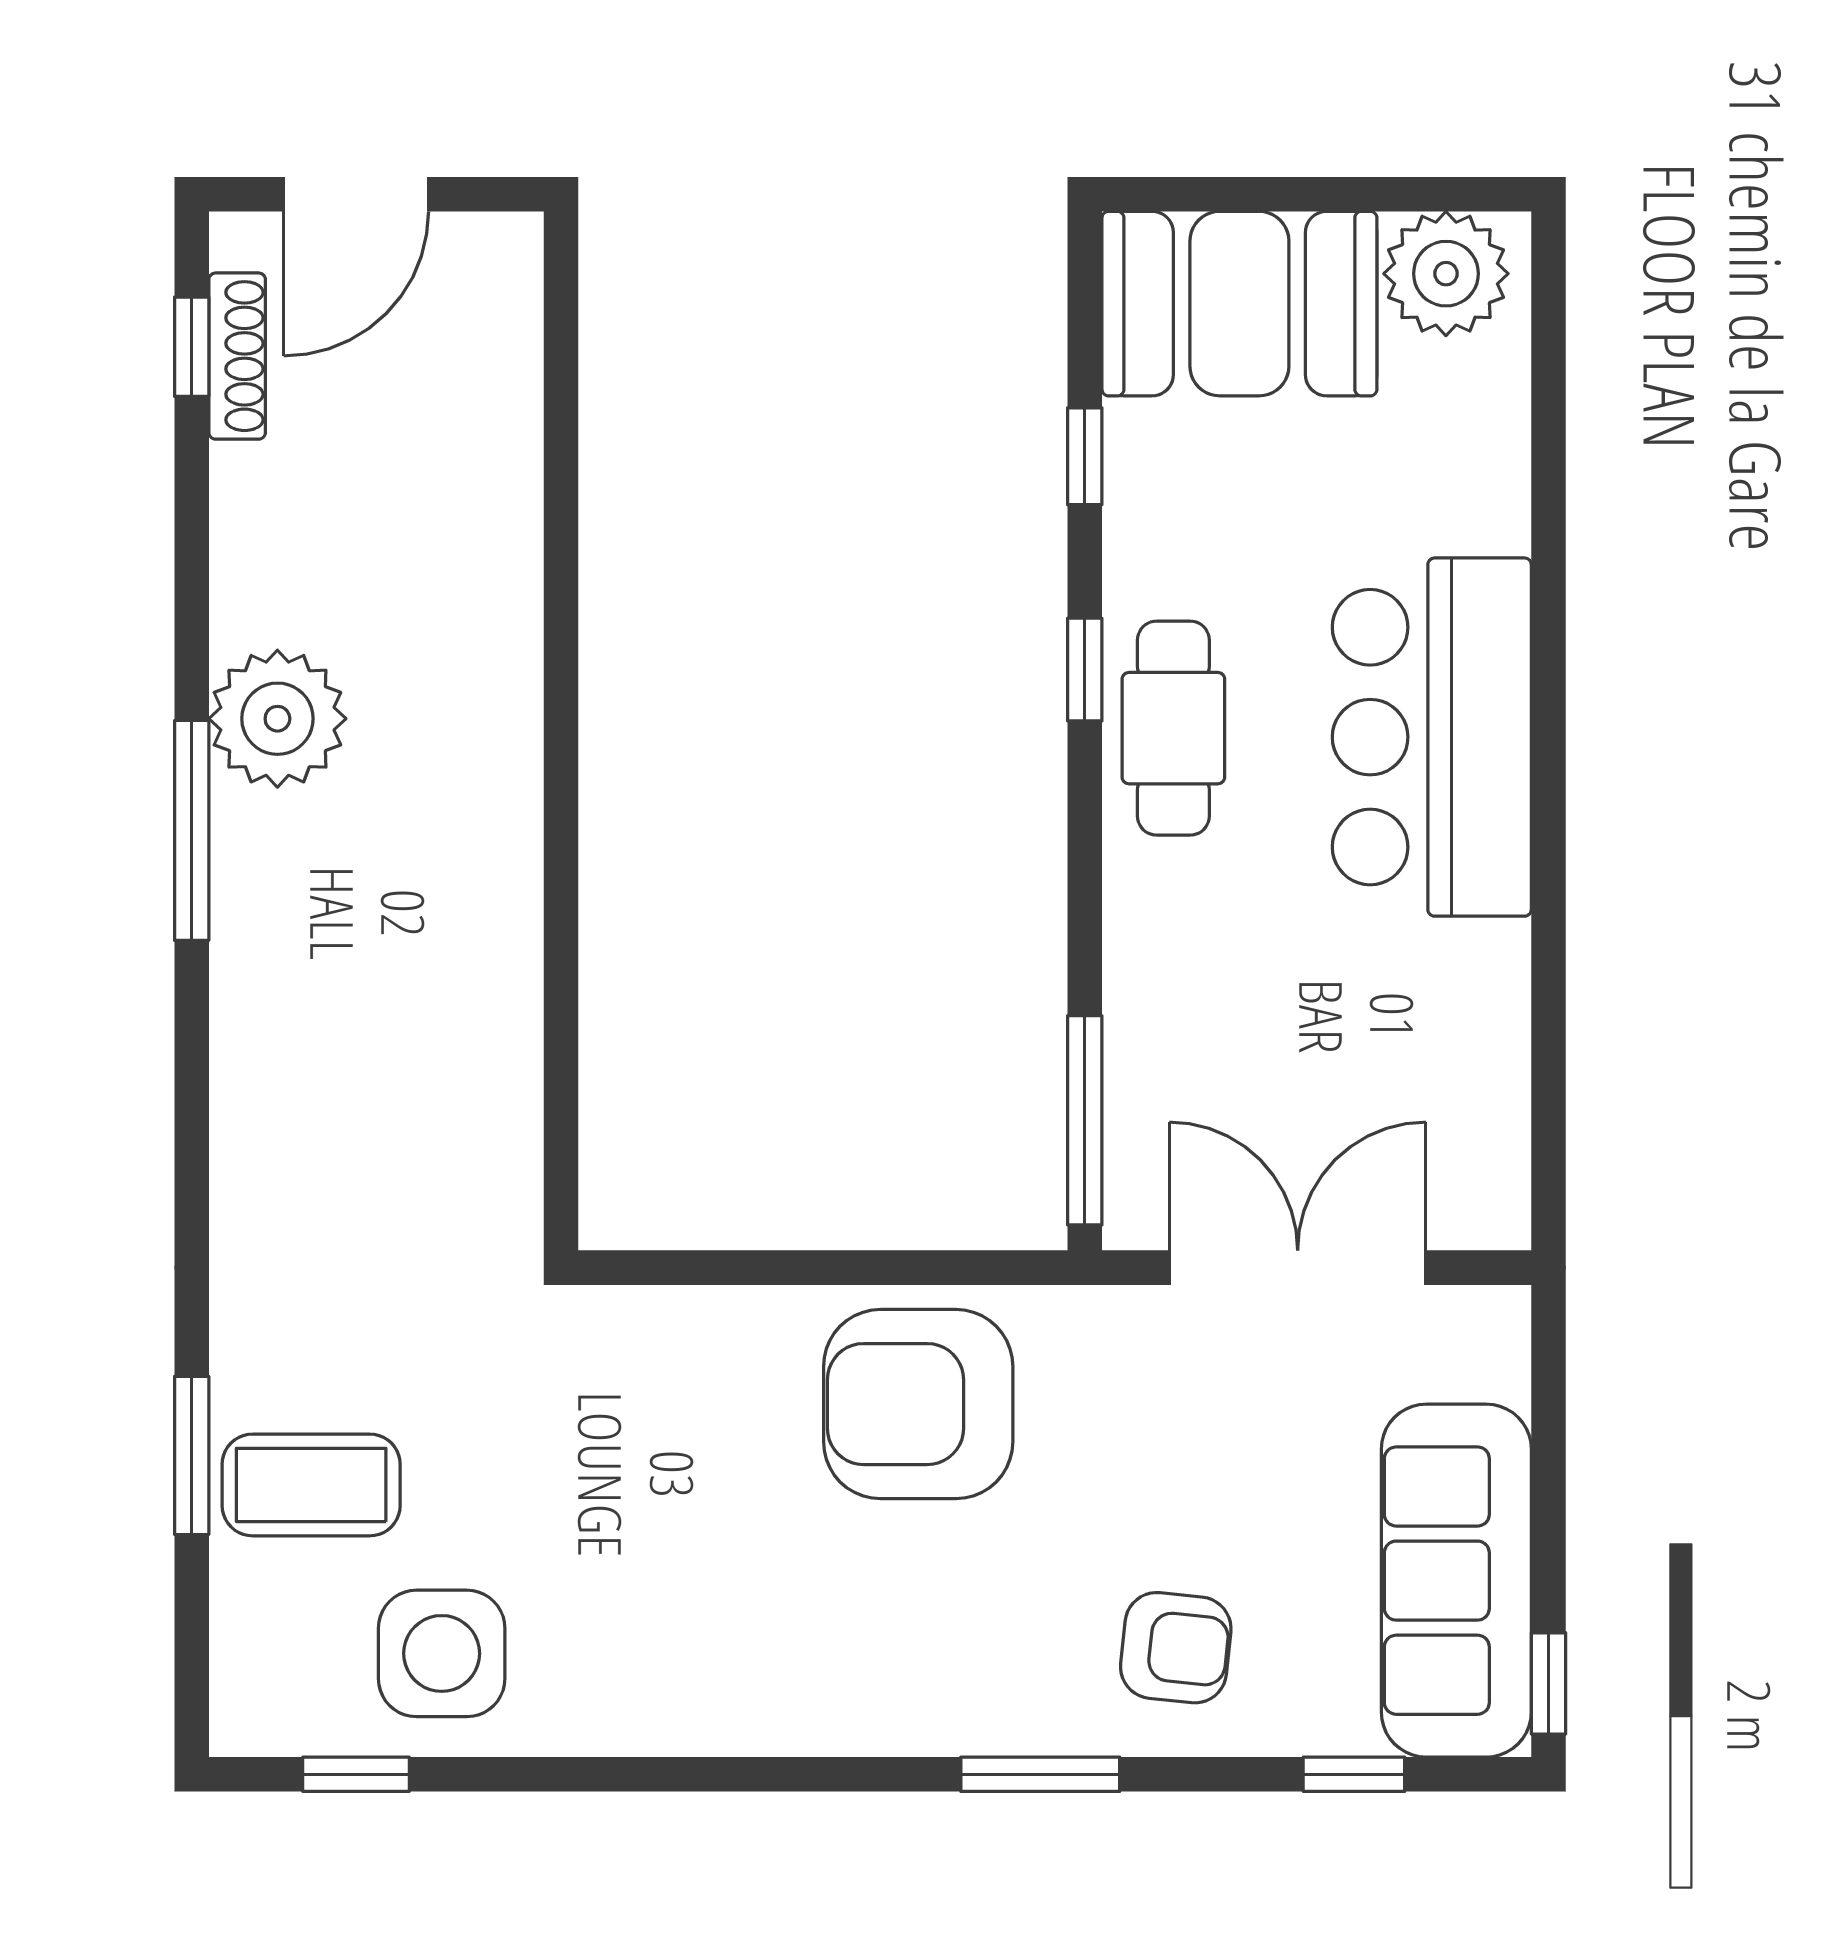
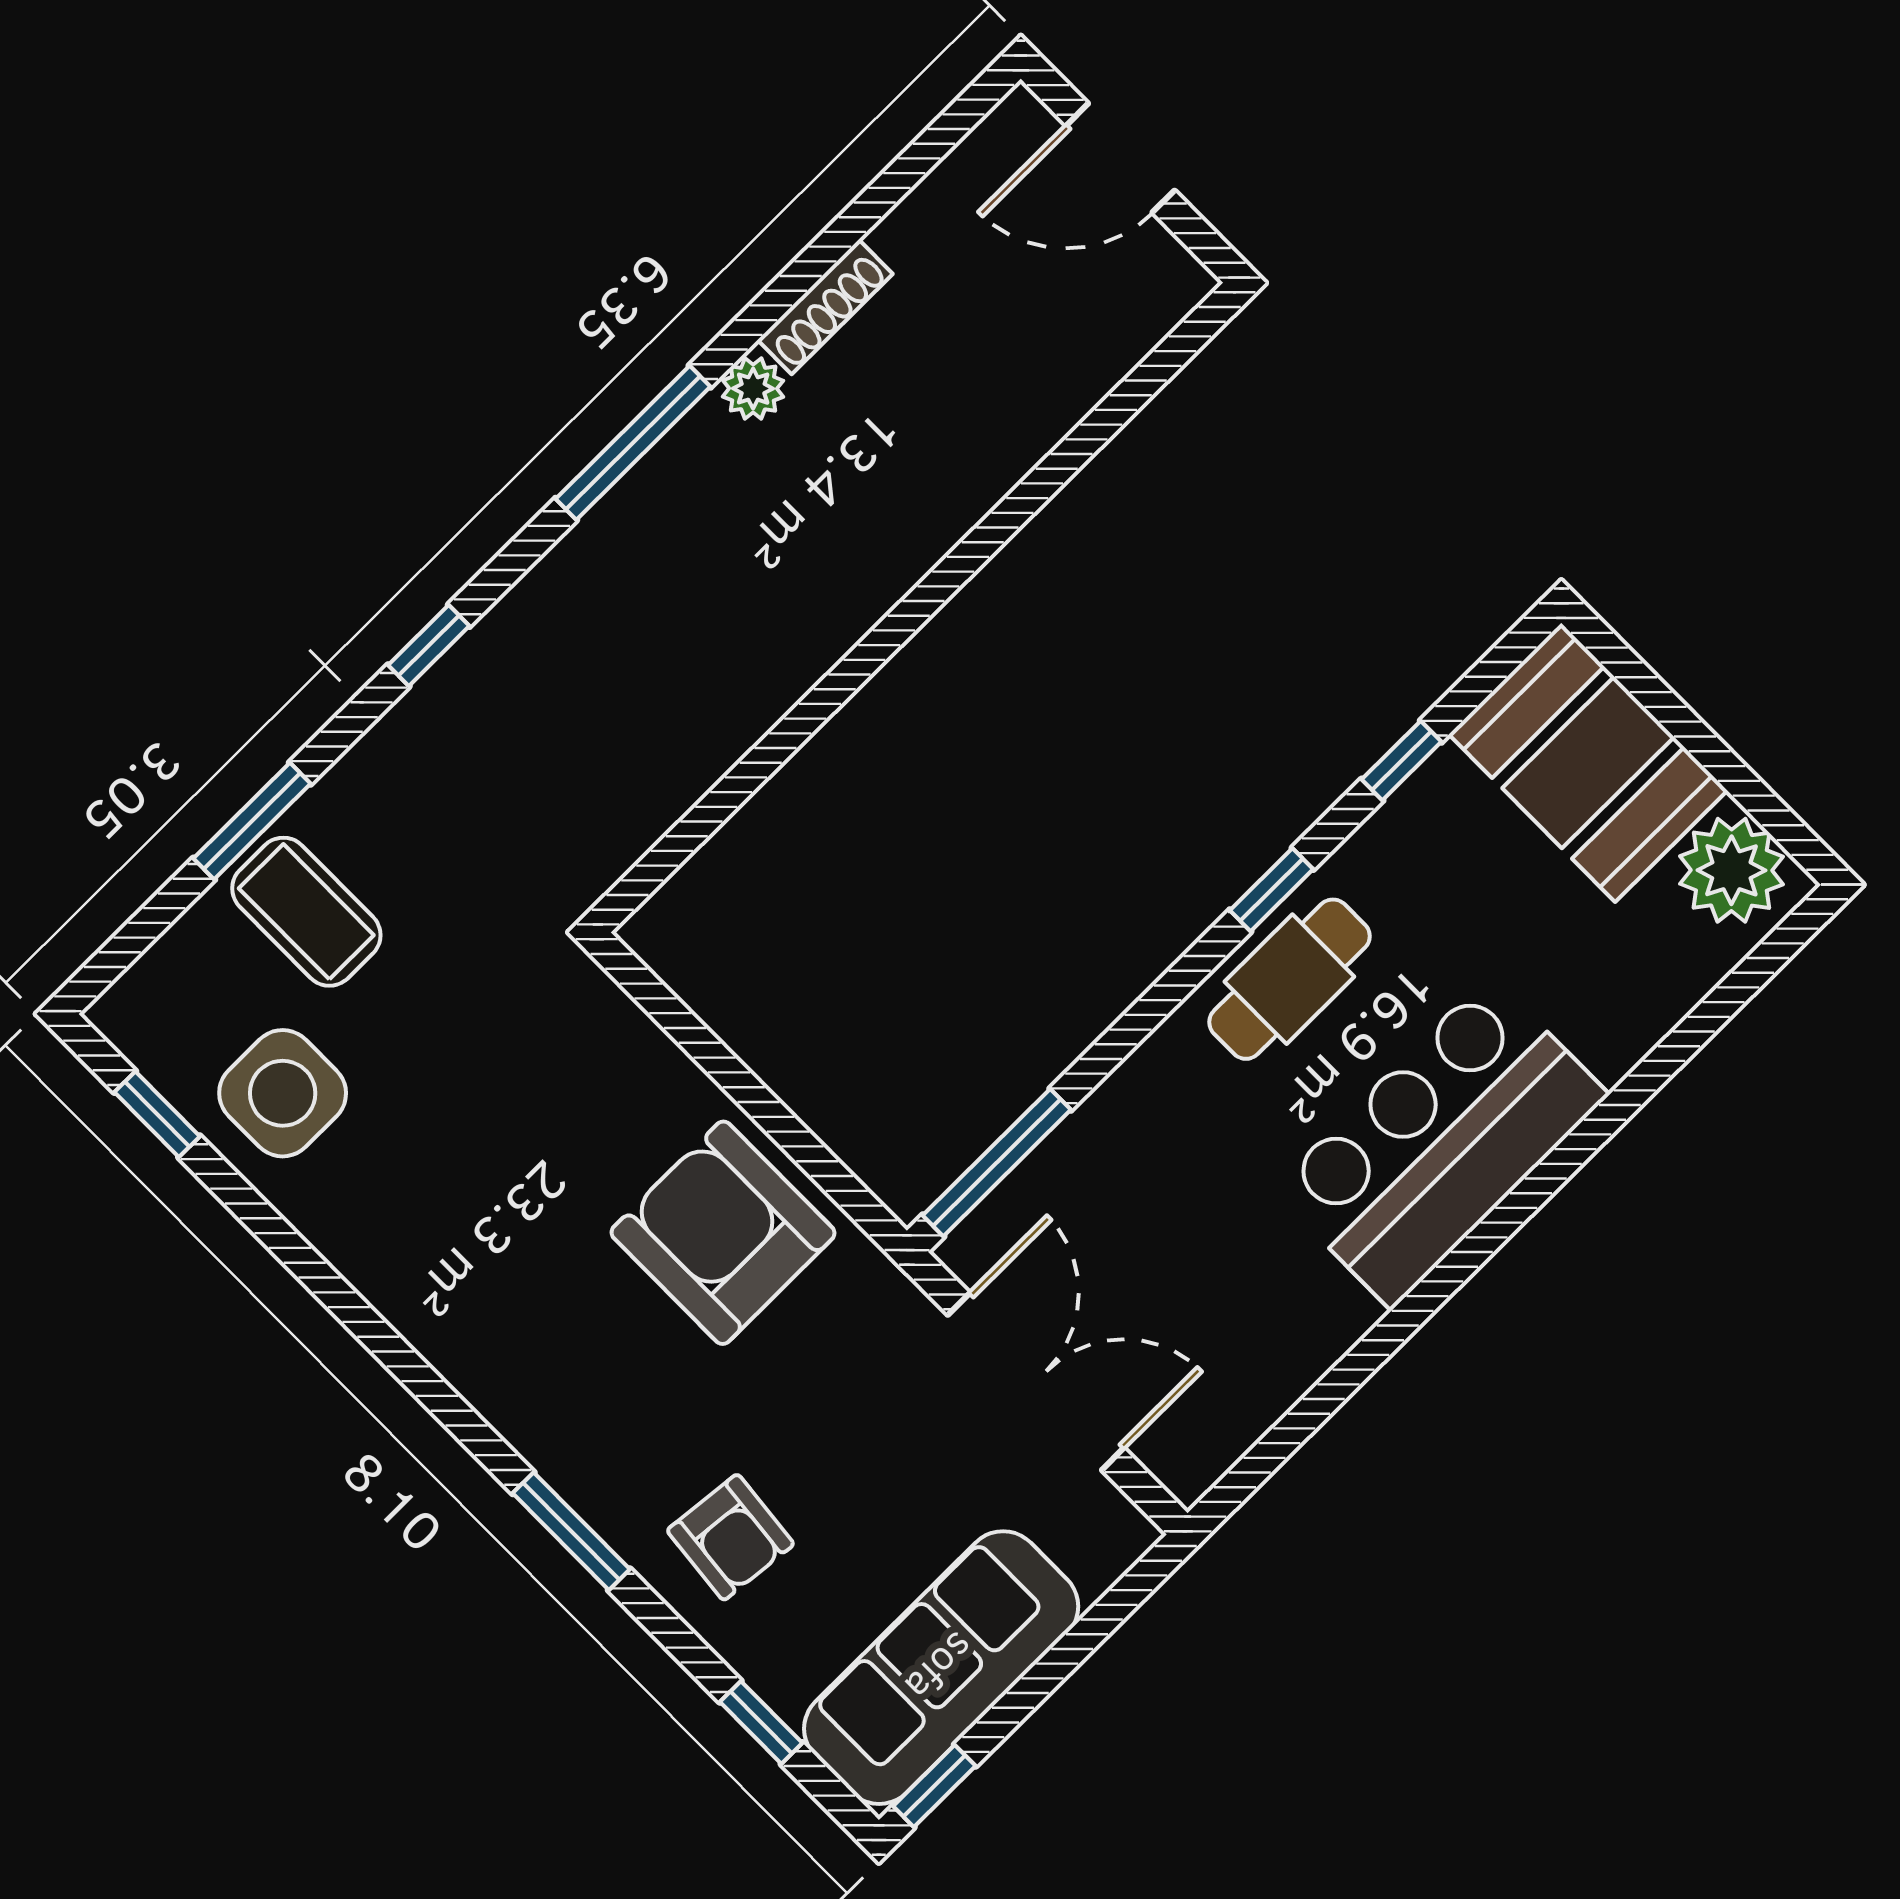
window: (192, 347) -> (429, 646), moved
shoe rack: (237, 356) -> (825, 307), moved
plant: (277, 719) -> (753, 389), width x0.53, depth x0.53

